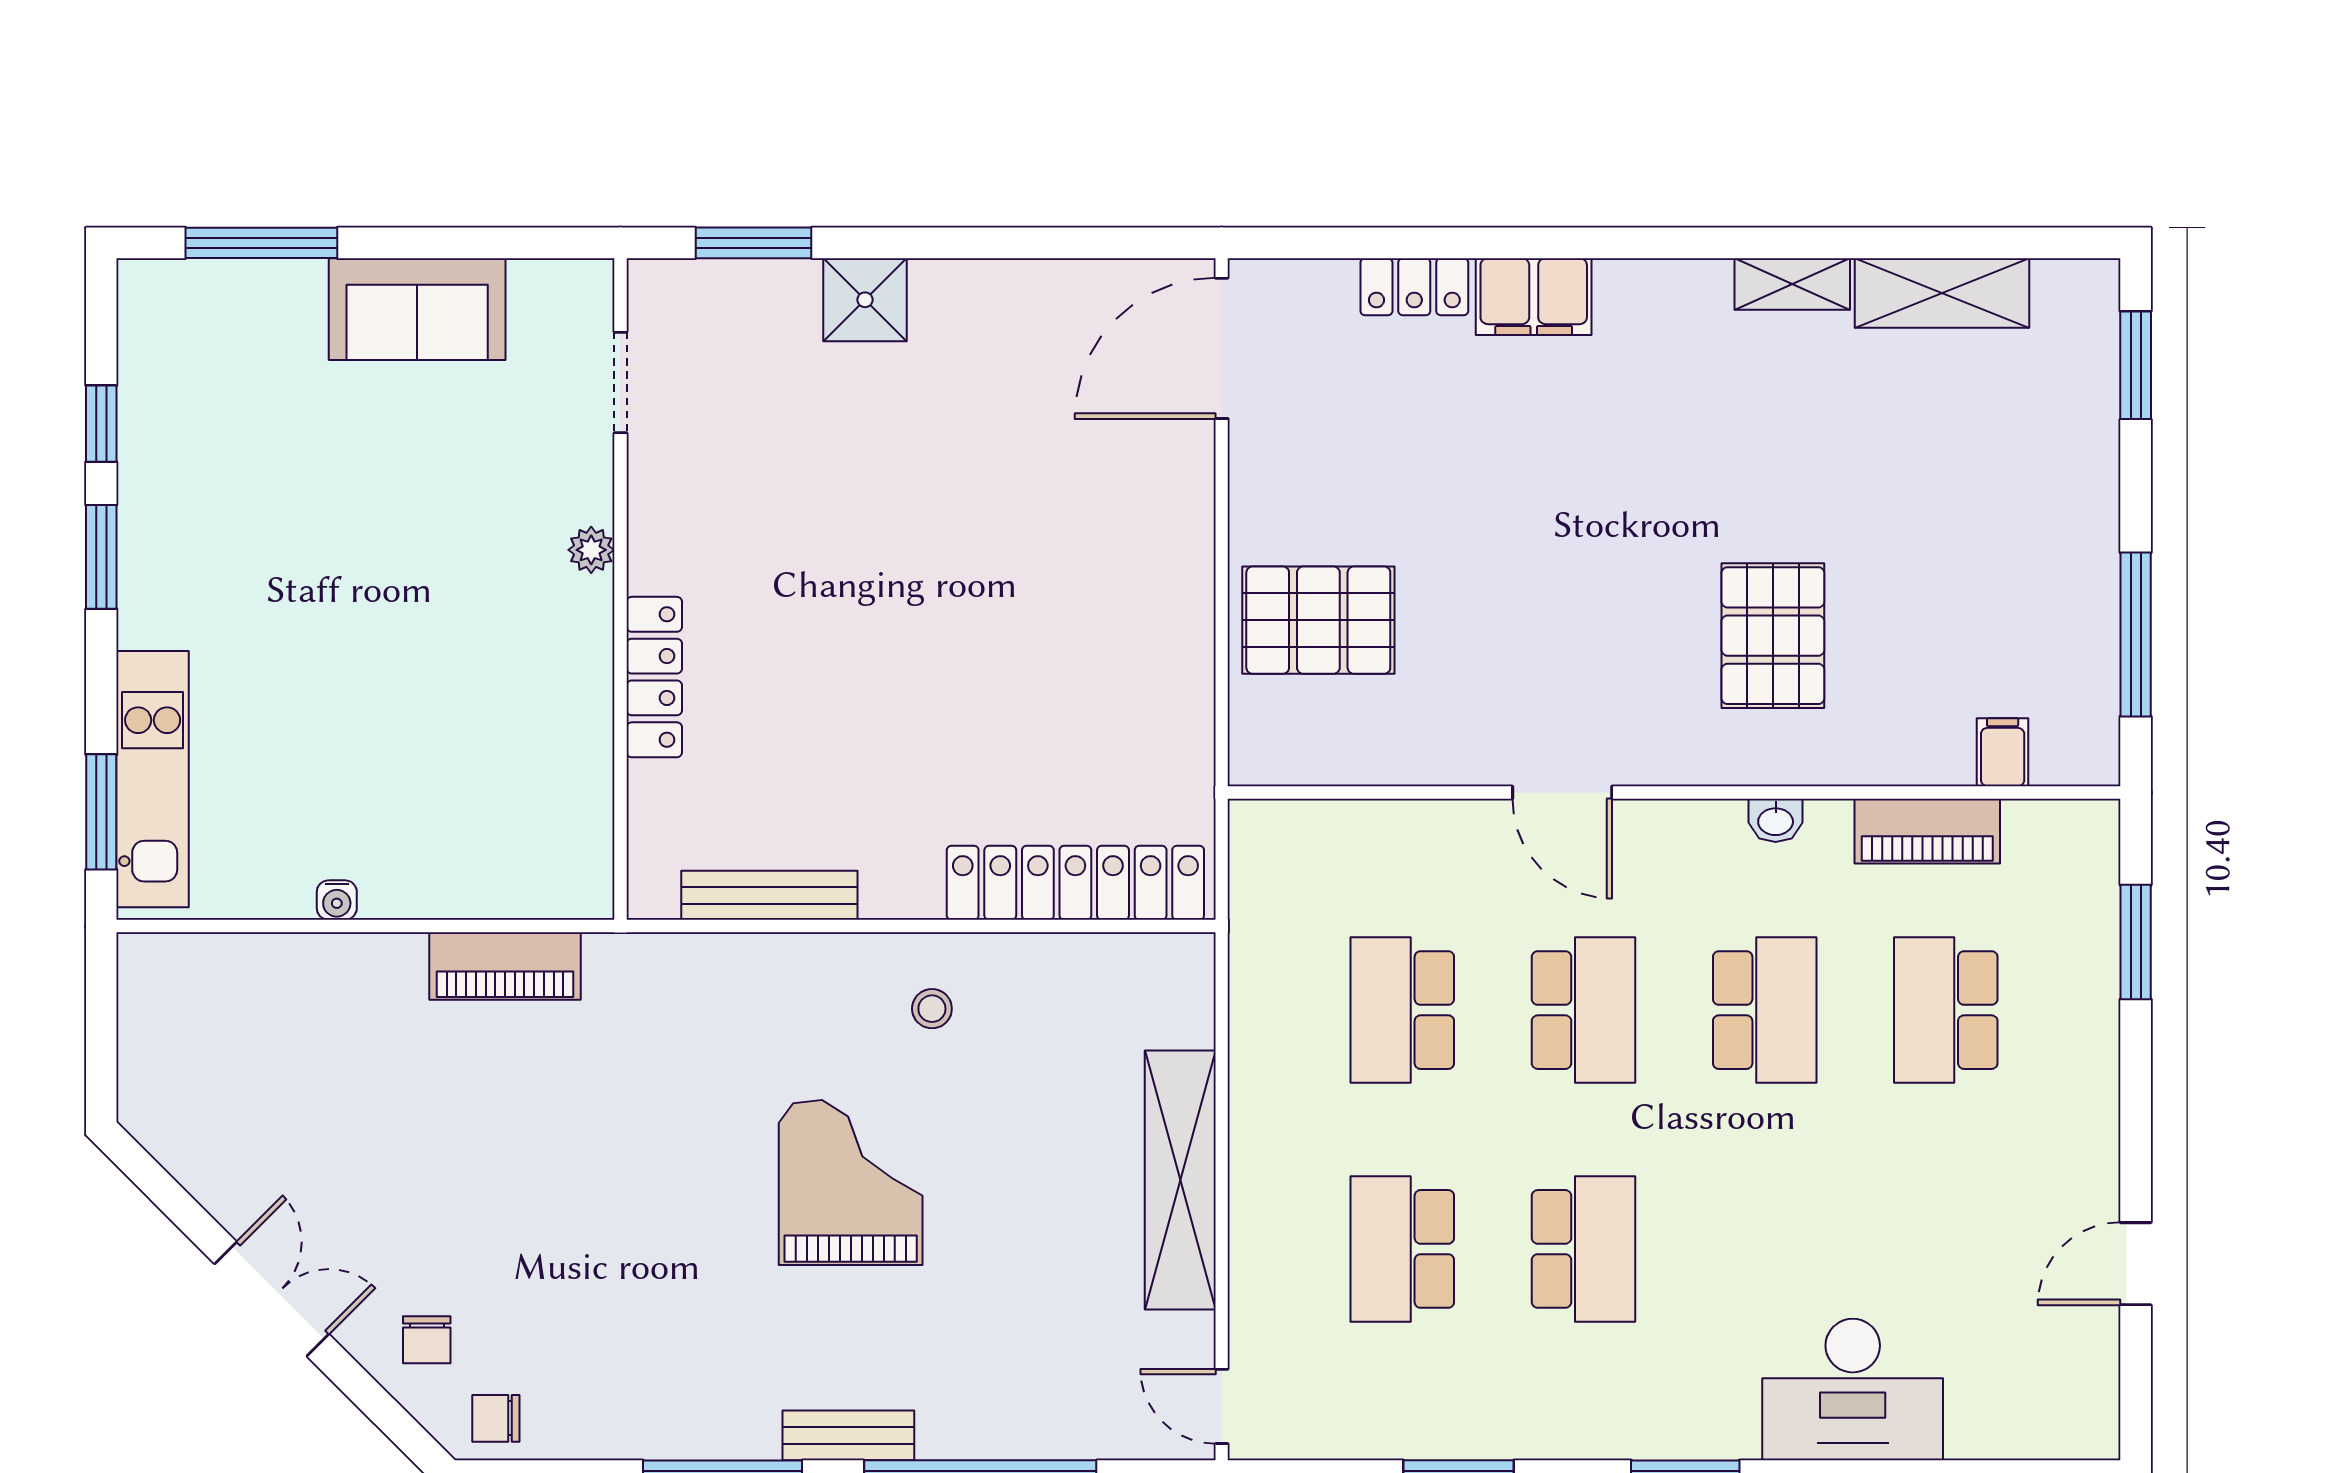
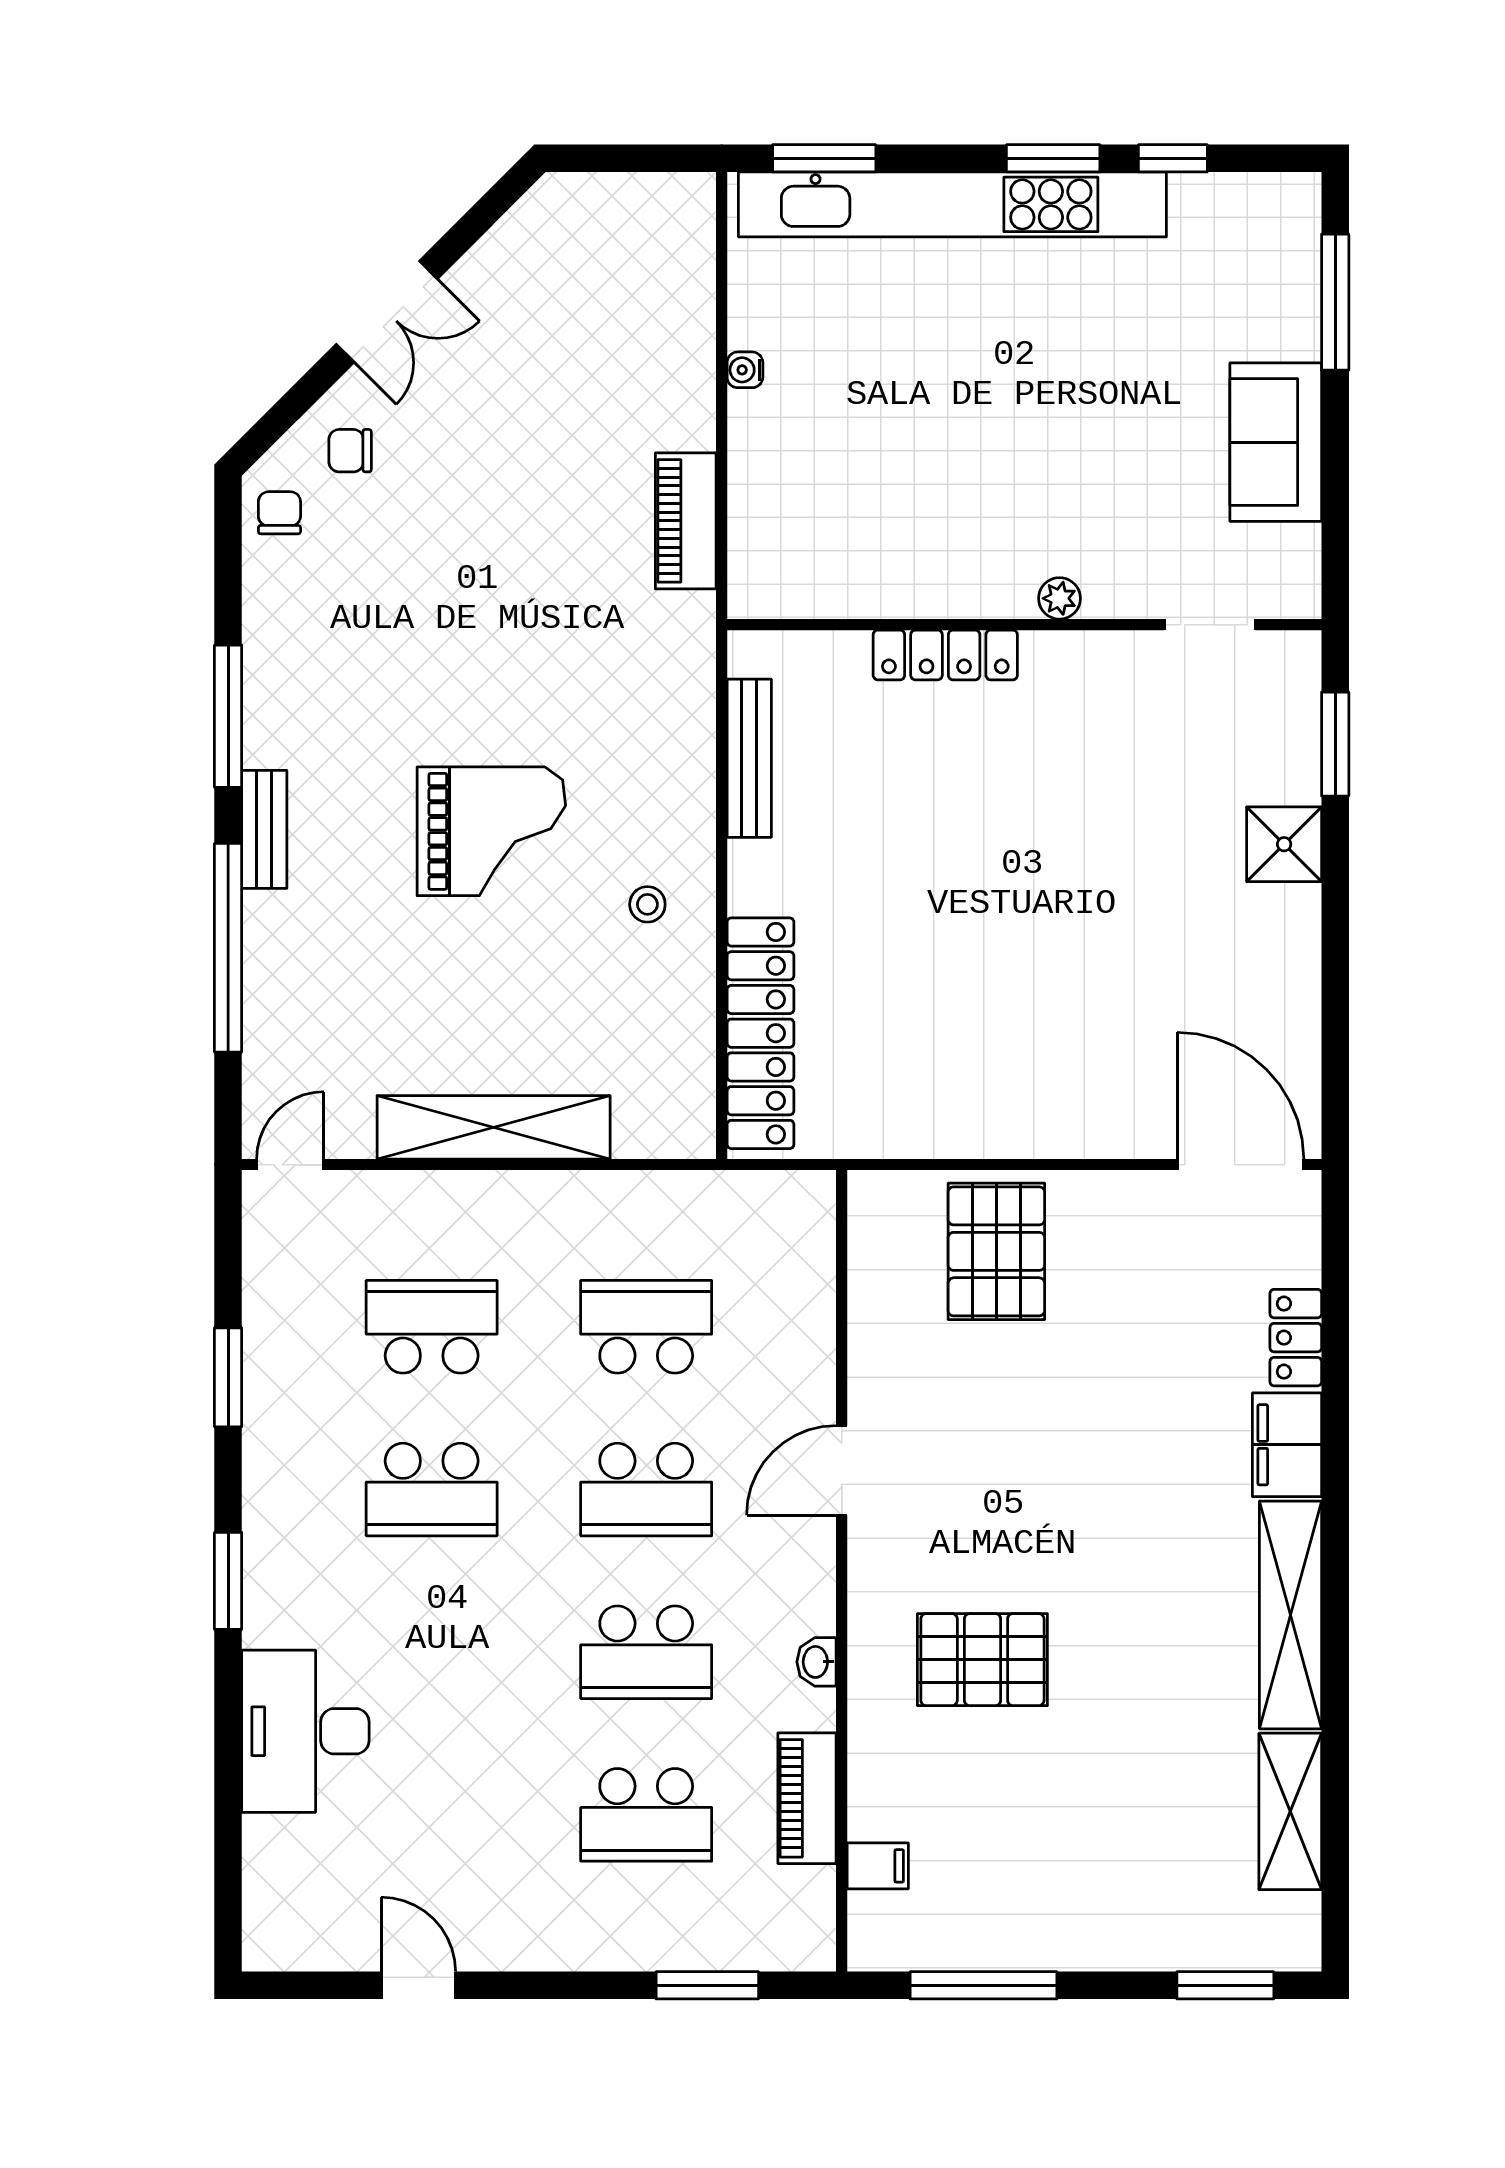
shelving: (1792, 284) -> (1290, 1615), width x2.20, depth x1.33
kitchen unit: (153, 779) -> (952, 204), width x1.86
school desk: (1946, 1010) -> (646, 1815), turned 180

